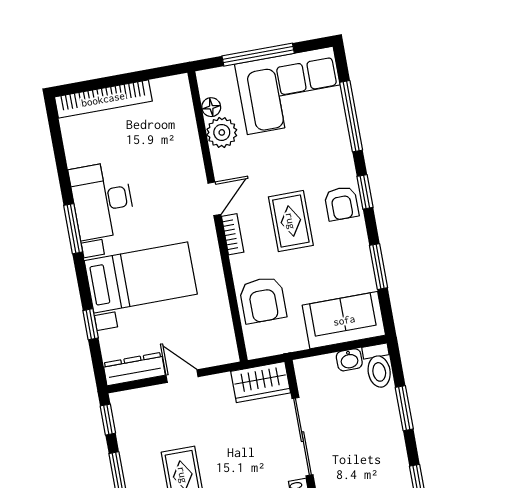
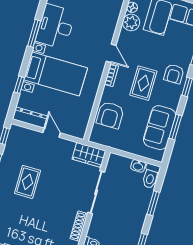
door: (214, 199) -> (111, 53), hinge flipped
armchair: (342, 203) -> (174, 74), moved
sofa: (344, 320) -> (160, 128), moved, turned -90

